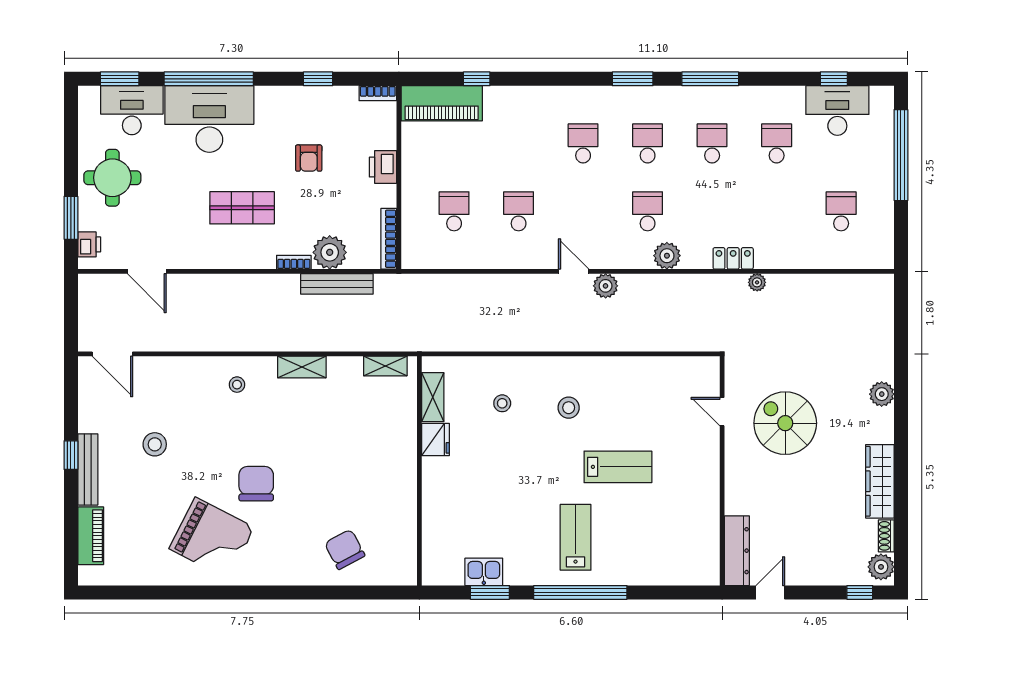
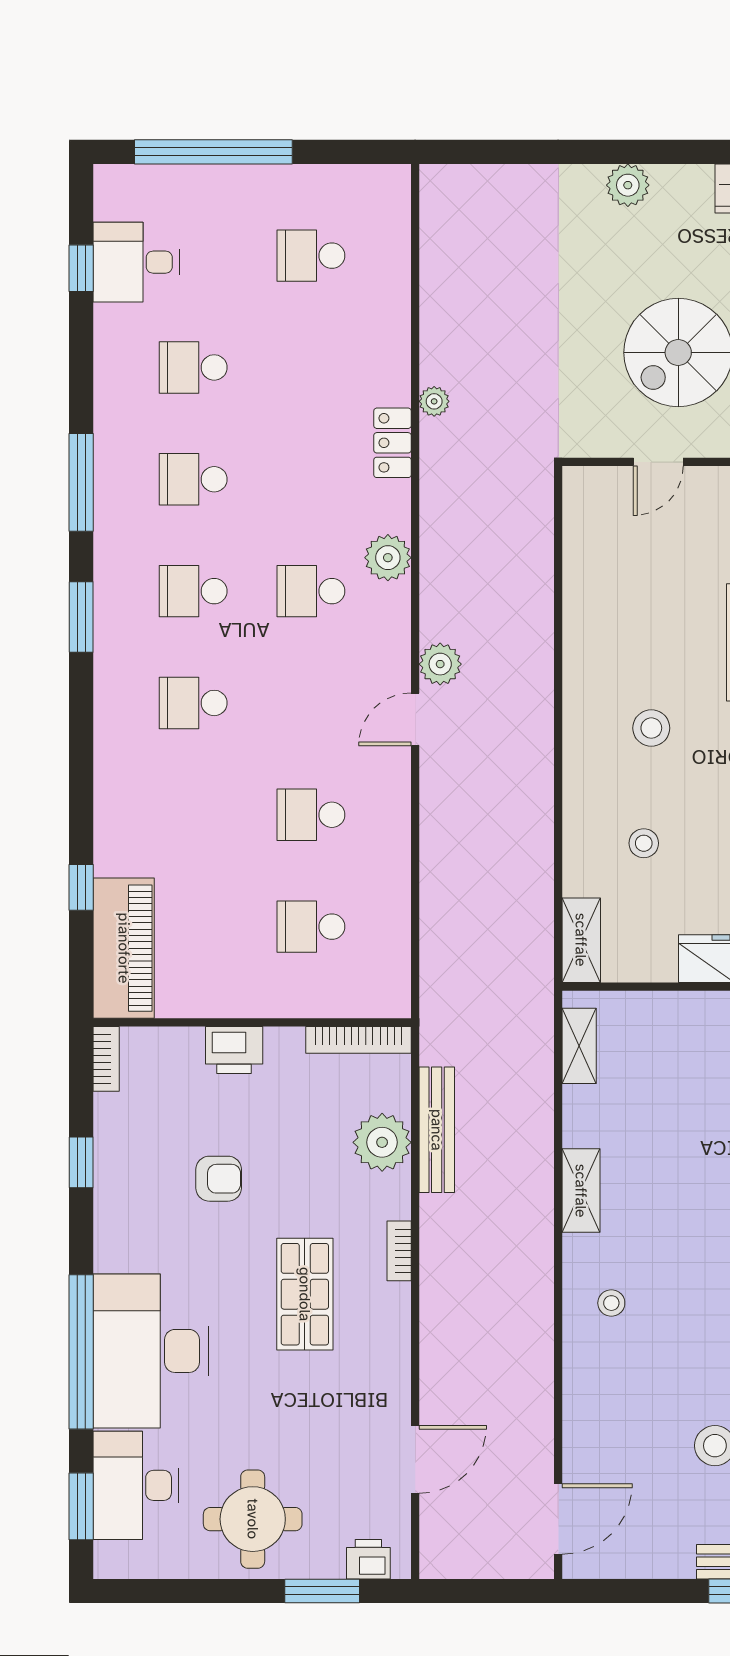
desk: (837, 110) -> (136, 262), width x0.73
bookcase: (294, 262) -> (399, 1251), moved
shelving: (433, 397) -> (581, 940), moved, turned 90

